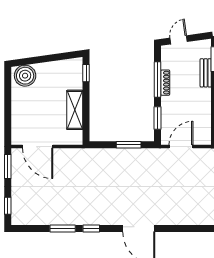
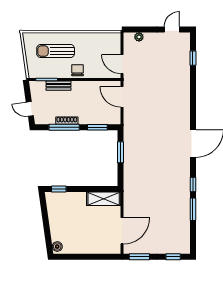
boiler: (25, 76) -> (57, 247), width x0.54, depth x0.54
shelving: (75, 110) -> (104, 199), moved
door: (181, 147) -> (122, 97), moved

